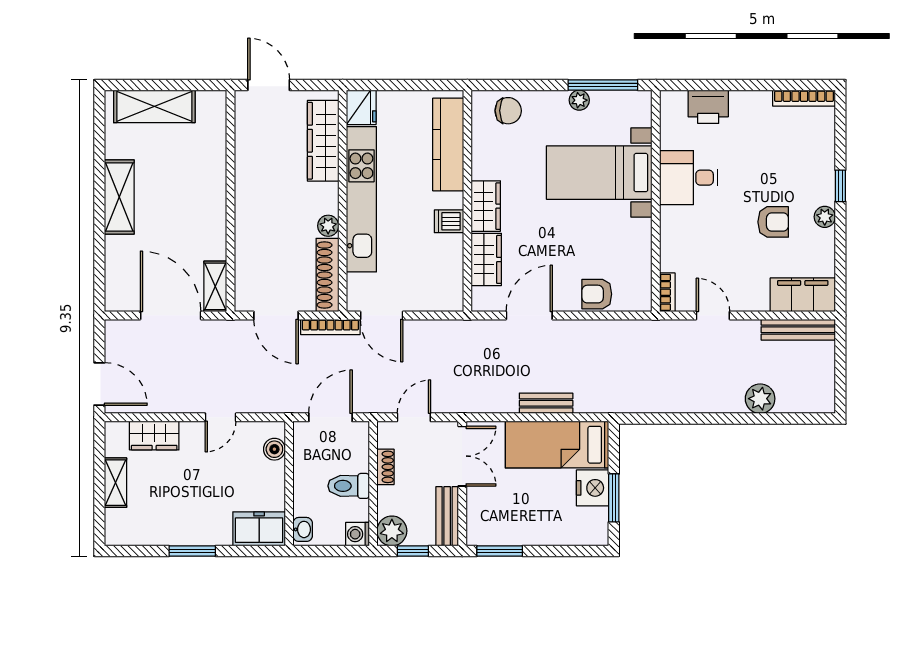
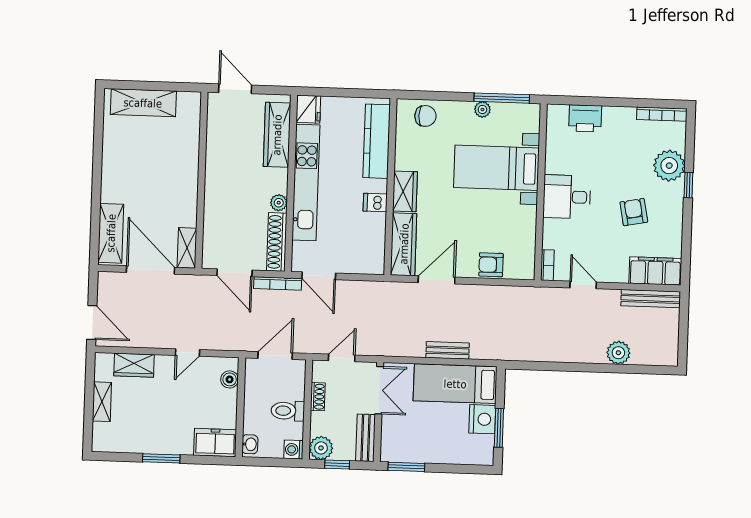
desk: (689, 178) -> (567, 197), moved
shelving: (119, 197) -> (111, 233), moved
plant: (825, 217) -> (669, 166), moved, width x1.88, depth x1.88
armchair: (773, 222) -> (634, 212), turned -101
wardrobe: (486, 259) -> (404, 244), width x1.50

